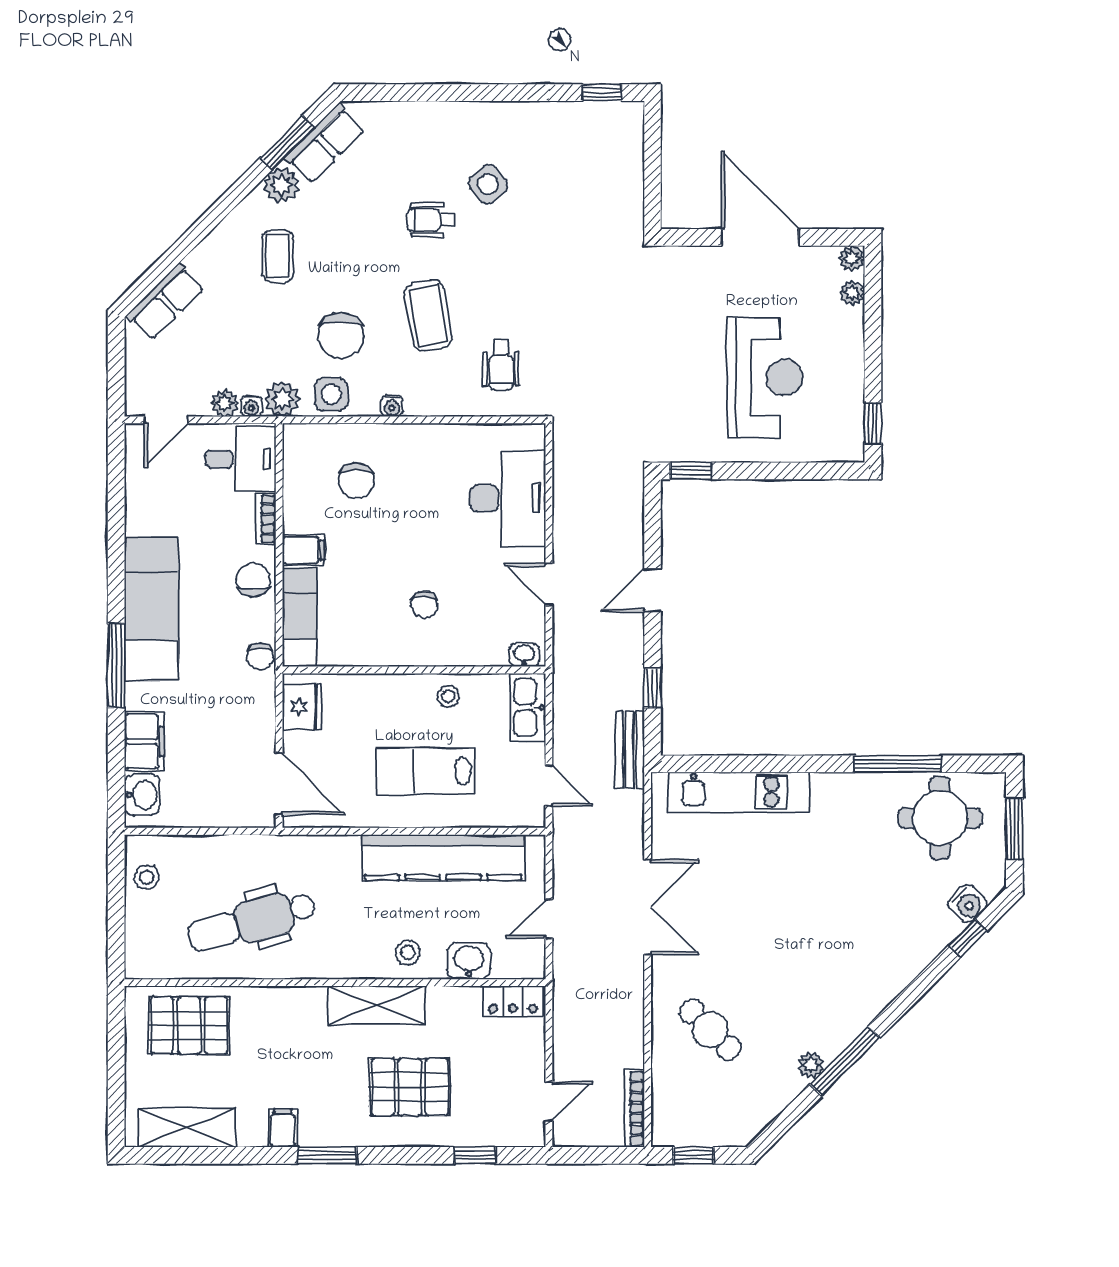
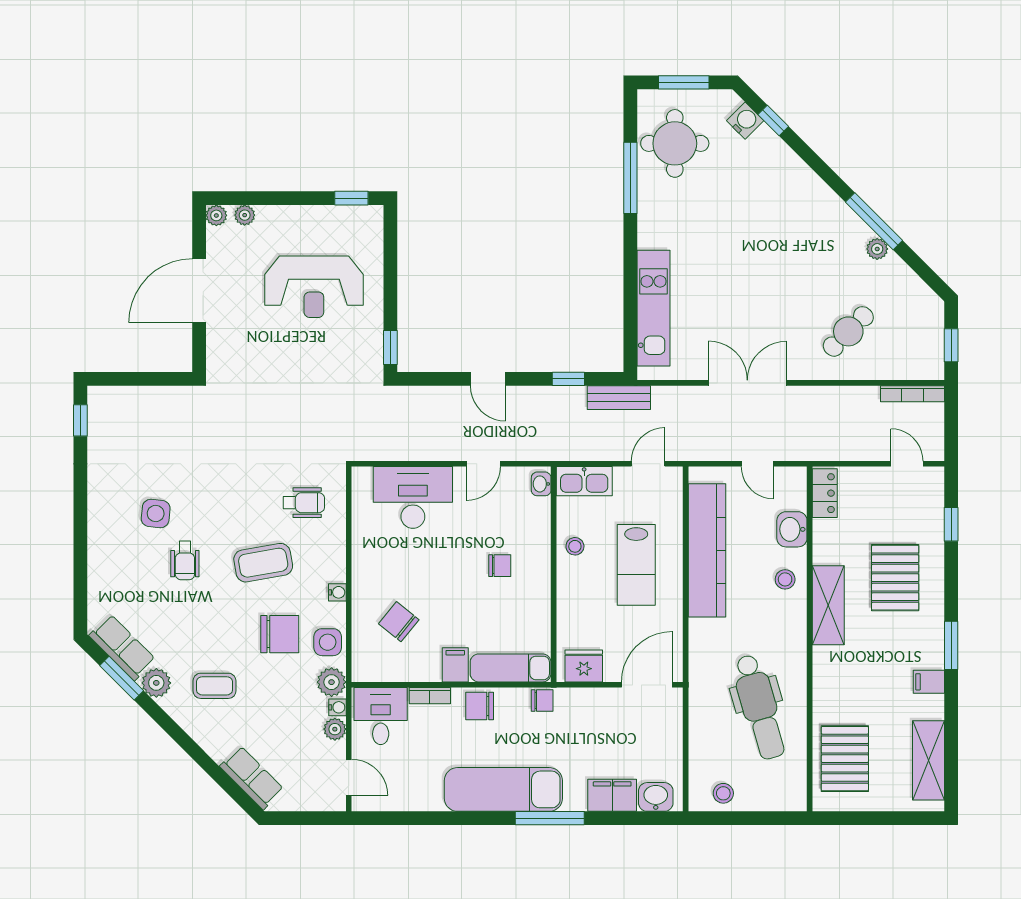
side table: (488, 184) -> (156, 513), turned 45
reception desk: (765, 378) -> (314, 287), turned 180
chair: (356, 481) -> (399, 622), turned -141

